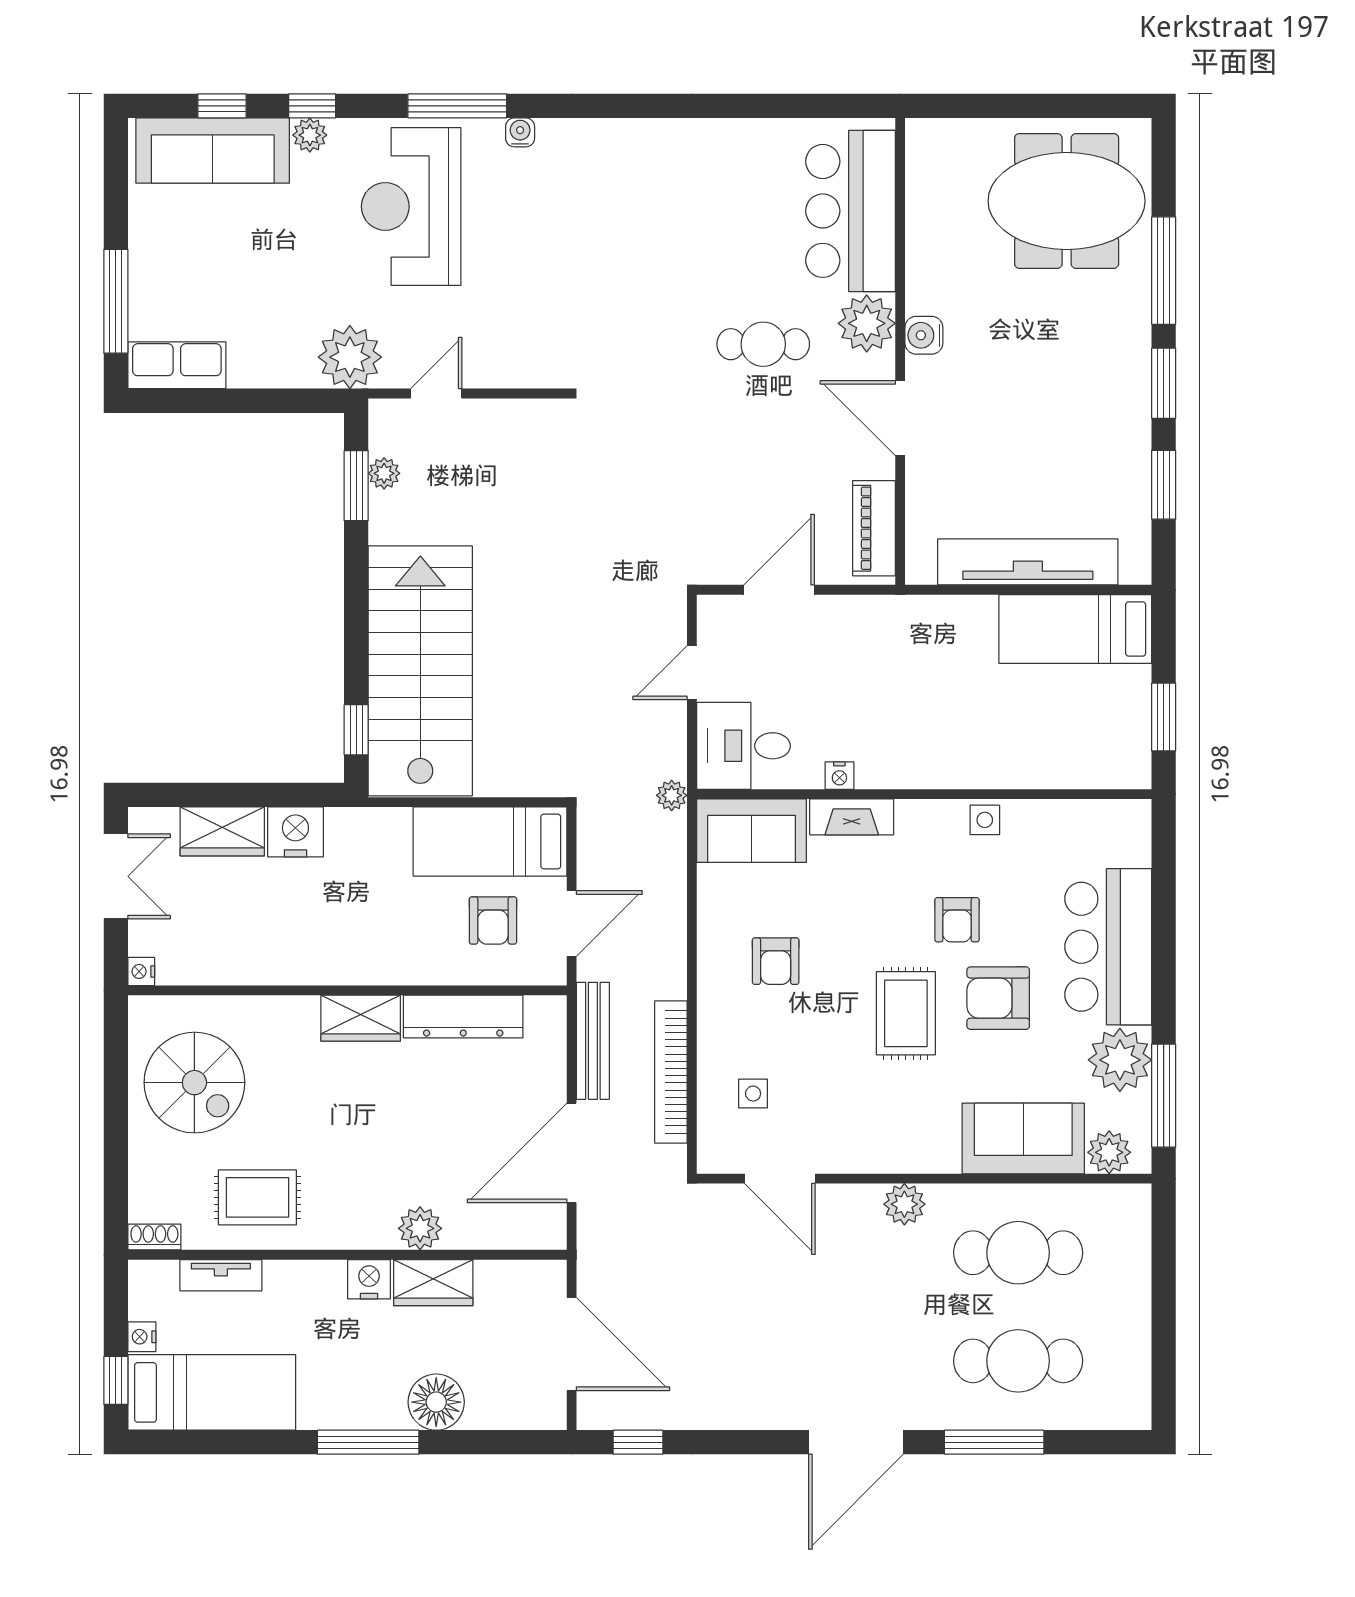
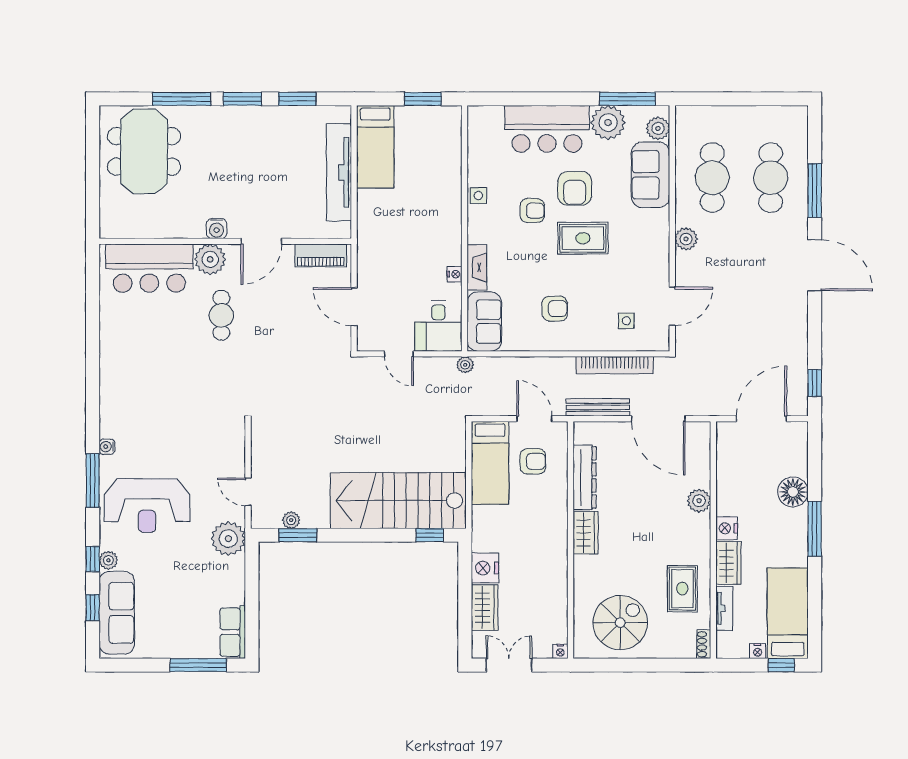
wardrobe: (433, 1283) -> (728, 563), moved

